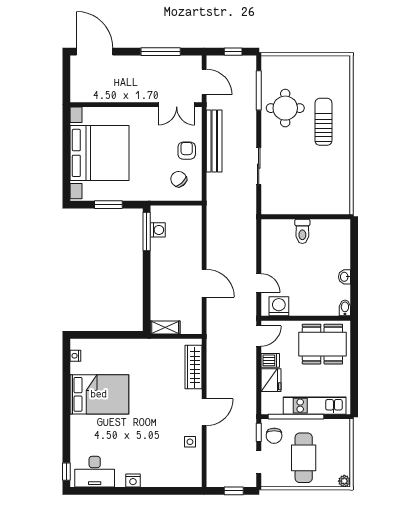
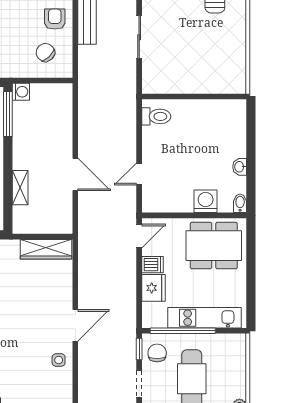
washing machine: (158, 230) -> (21, 92), moved
toilet: (302, 231) -> (156, 116), moved, turned -90
door: (259, 283) -> (139, 174), swing flipped
washing machine: (279, 306) -> (206, 201), moved
shelving: (165, 328) -> (20, 188), moved, turned 90
wardrobe: (193, 367) -> (46, 249), moved, turned -90
chair: (274, 436) -> (157, 353), turned 180

